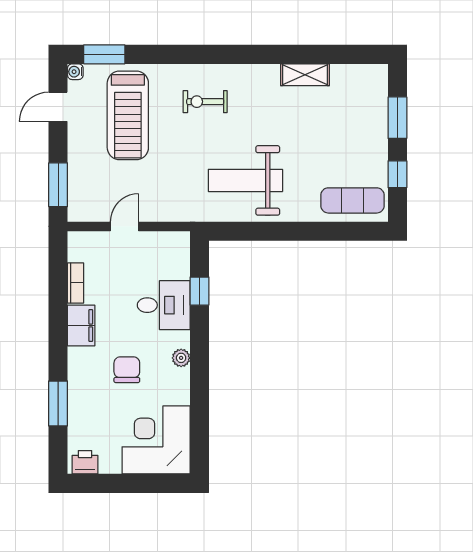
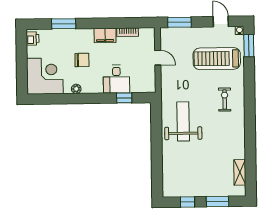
shelving: (305, 75) -> (240, 172), moved
exercise mat: (352, 200) -> (173, 178), removed
plant: (181, 358) -> (76, 89), moved

